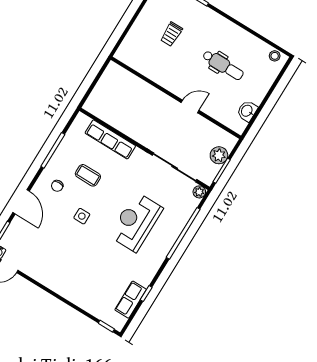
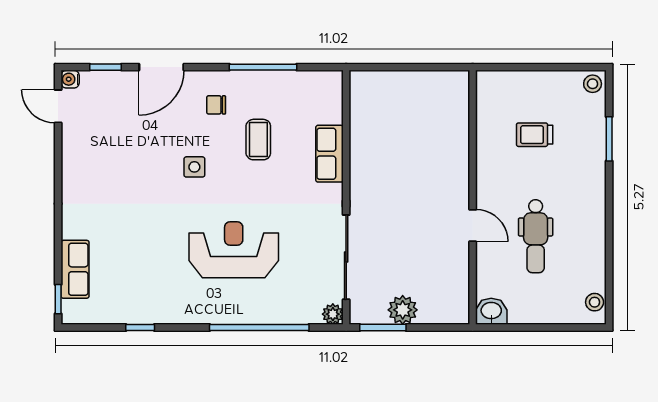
wall: (176, 98) -> (473, 197), moved
door: (190, 106) -> (473, 225), moved
row of seats: (110, 139) -> (330, 154), width x0.68
row of seats: (131, 300) -> (75, 269), moved, turned 90

